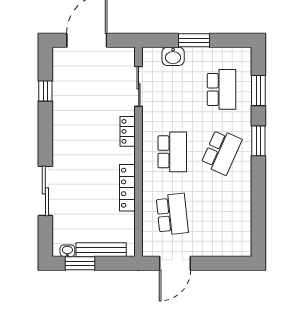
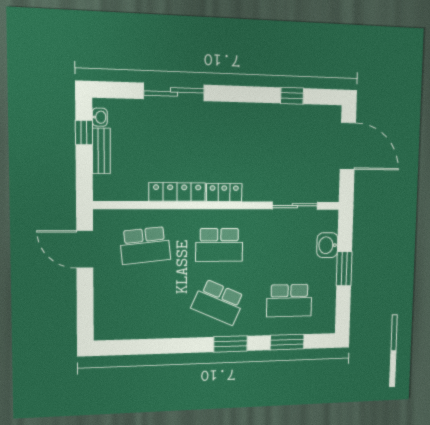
locker: (128, 131) -> (224, 193), moved
bench: (101, 250) -> (101, 151), width x0.73
window: (80, 263) -> (84, 132), width x0.67

